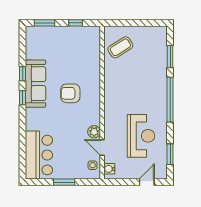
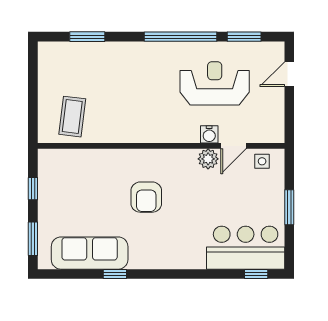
coffee table: (120, 47) -> (72, 117), turned 39
sofa: (36, 84) -> (90, 253), moved
window: (23, 98) -> (256, 274), moved
window: (170, 100) -> (180, 37), moved
water cooler: (109, 169) -> (209, 134), moved
door: (147, 182) -> (289, 74), hinge flipped

